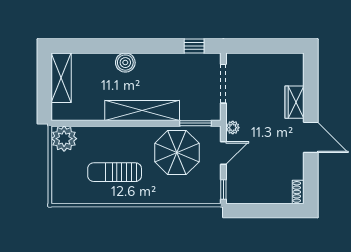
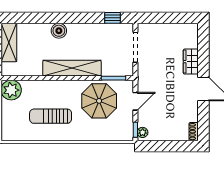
plant: (233, 128) -> (143, 132), moved

